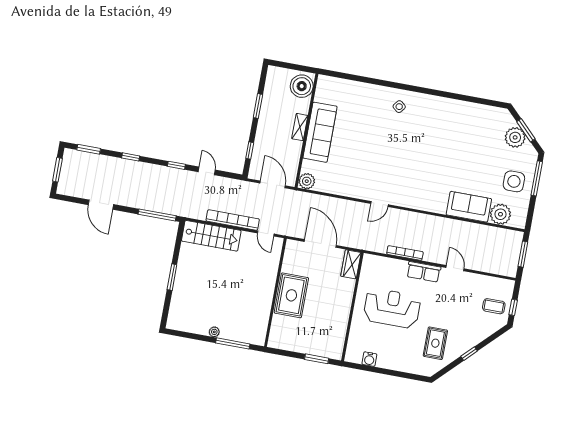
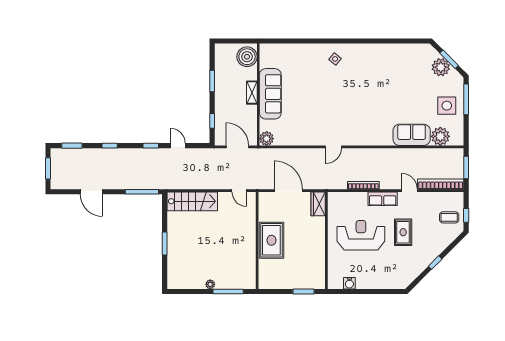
bookcase: (233, 220) -> (441, 184), moved
rug: (435, 343) -> (403, 232), moved

